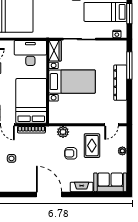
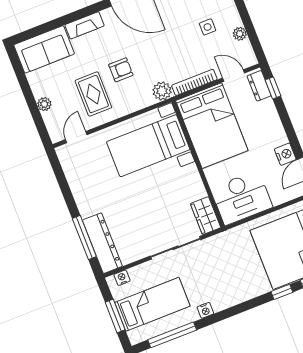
bed with nightstands: (72, 82) -> (148, 146), moved
dresser: (120, 83) -> (102, 243), moved
plant: (63, 132) -> (162, 91), moved

